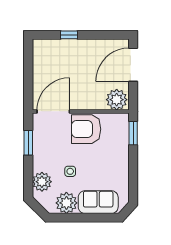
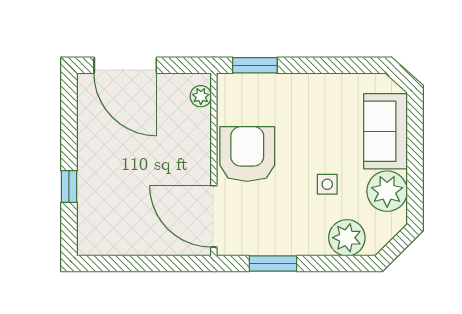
plant: (117, 100) -> (201, 96), width x0.53, depth x0.53
armchair: (86, 129) -> (247, 154), turned 180

